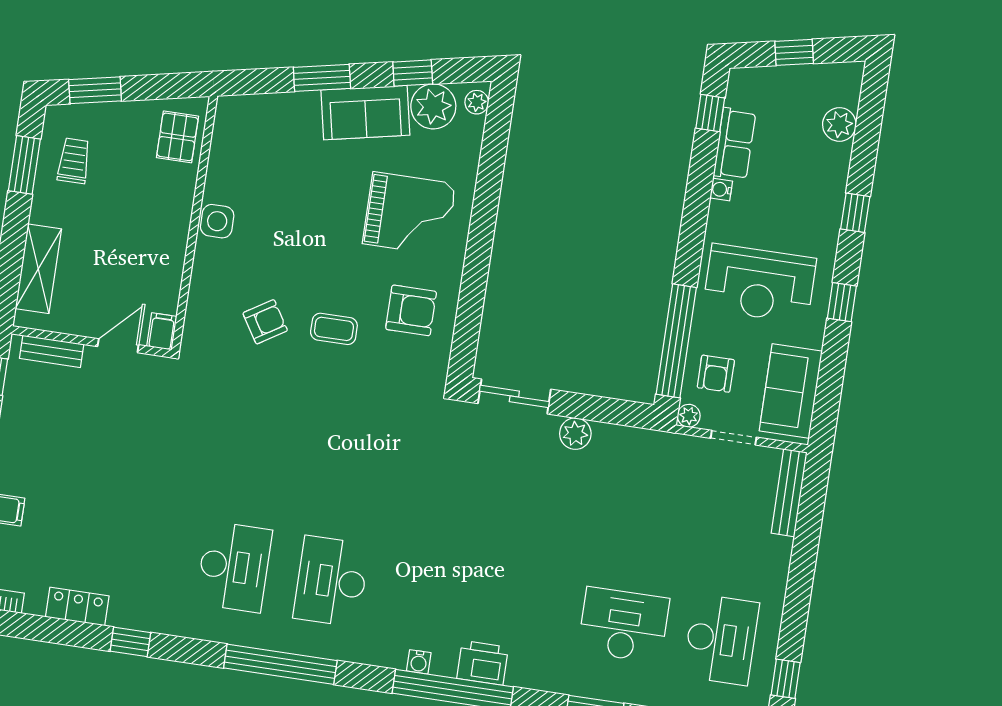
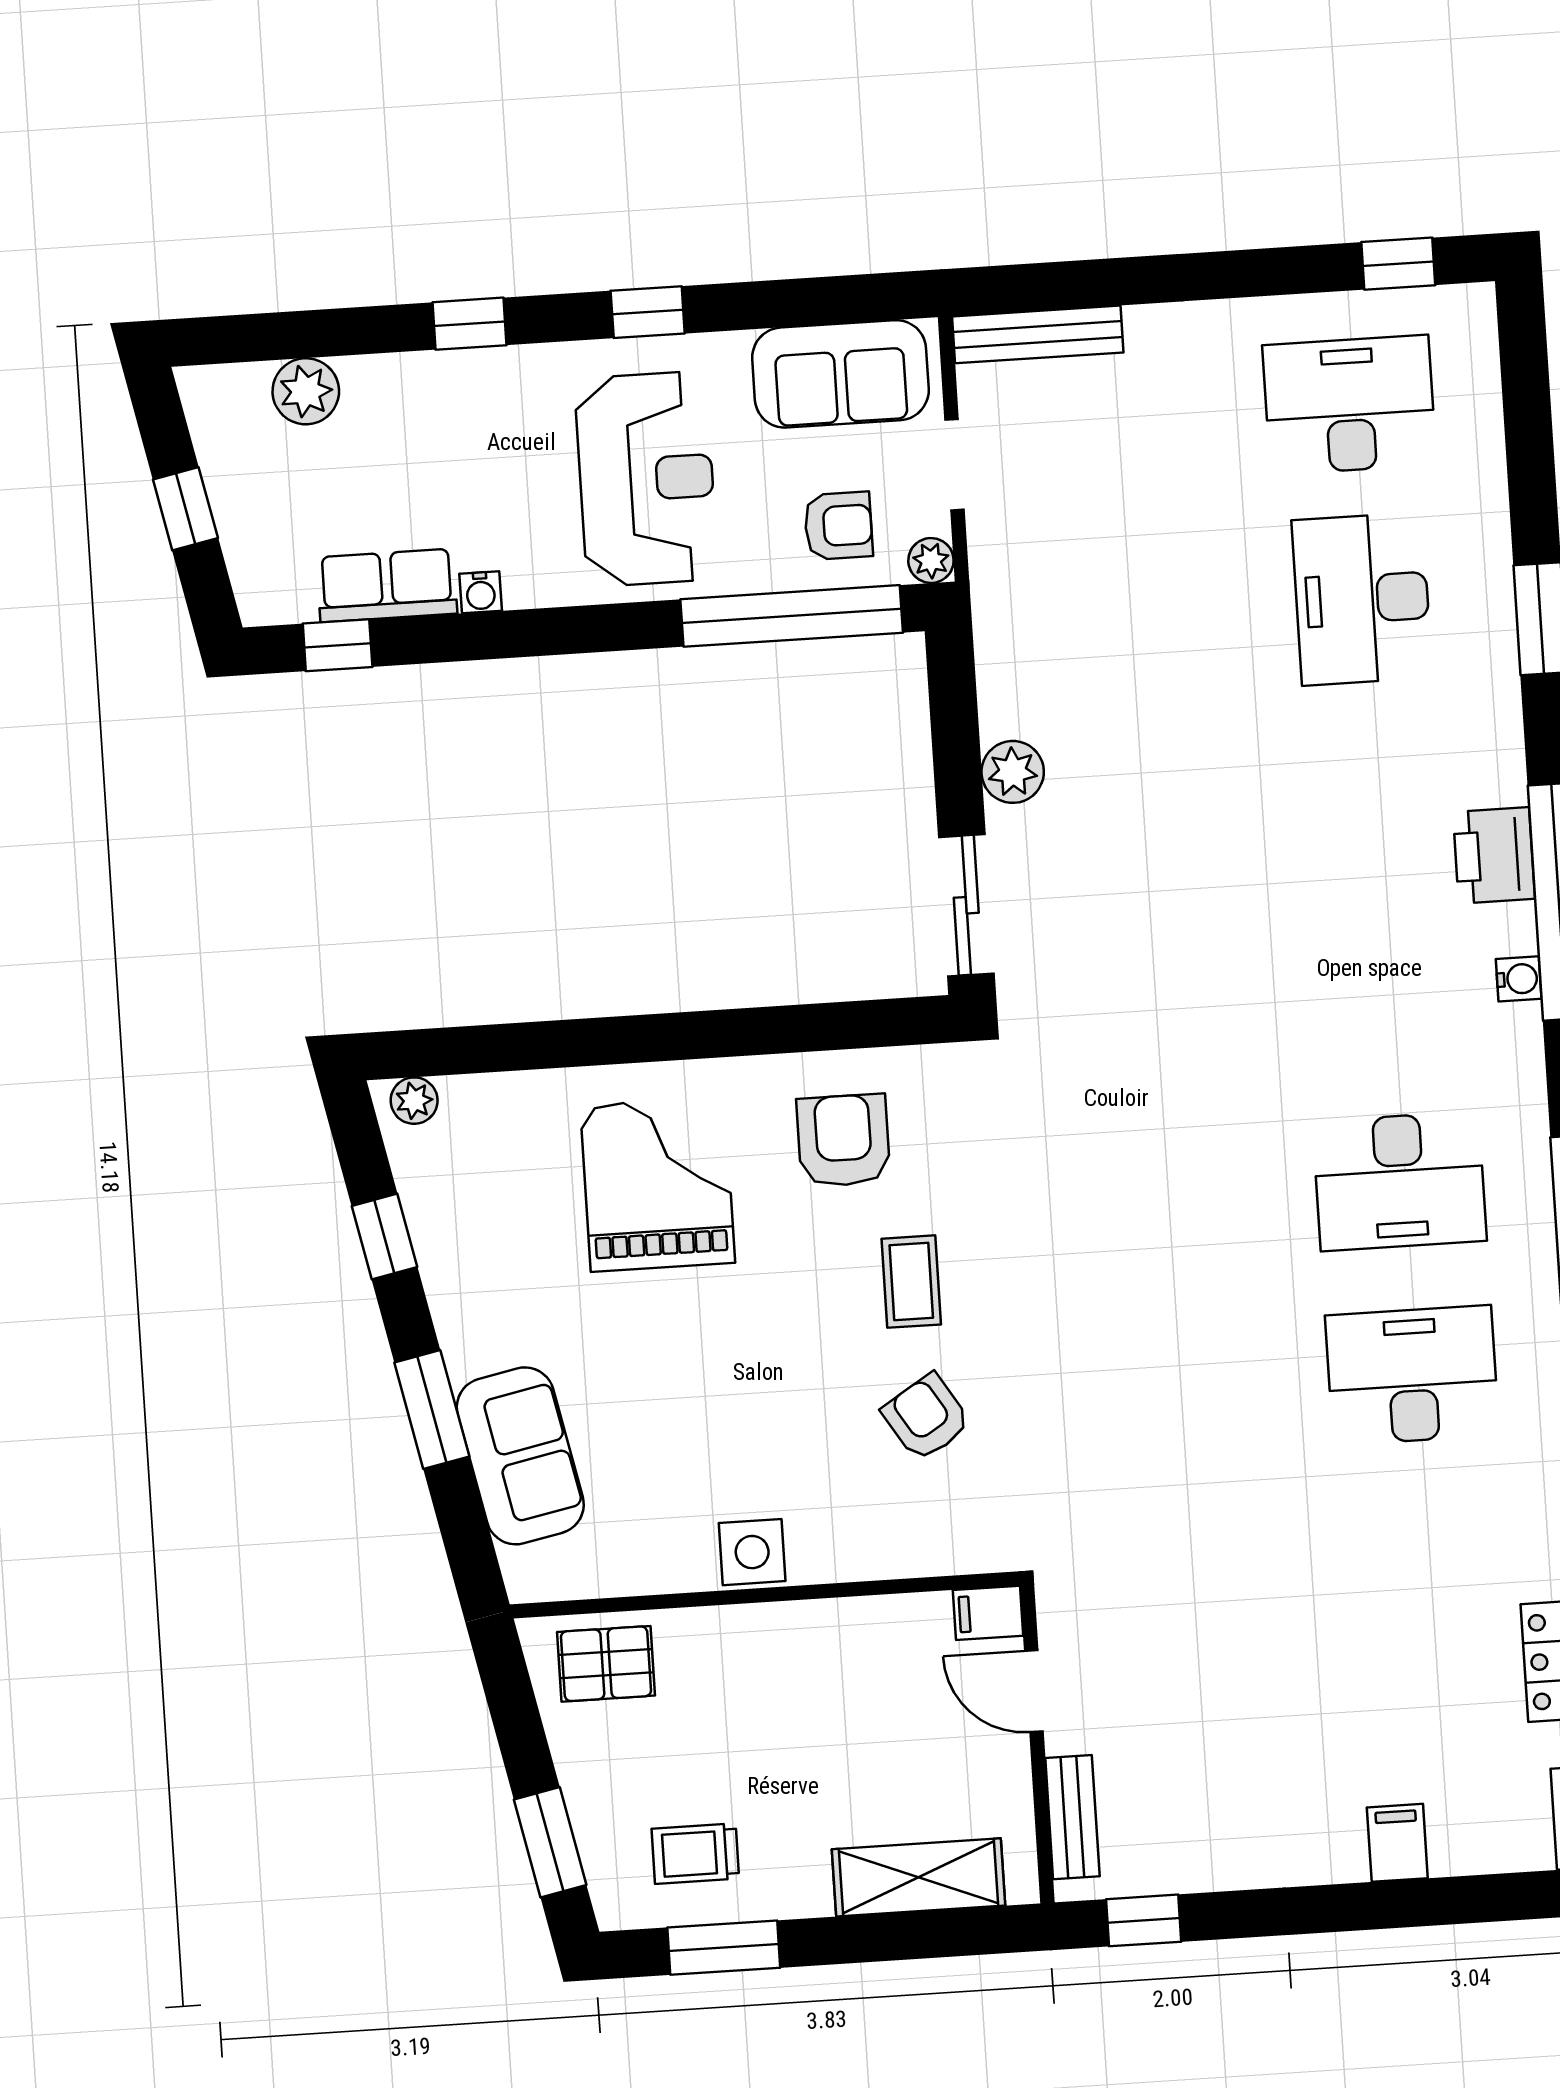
plant: (433, 106) -> (440, 1183), removed
sofa: (365, 113) -> (520, 1456), moved

